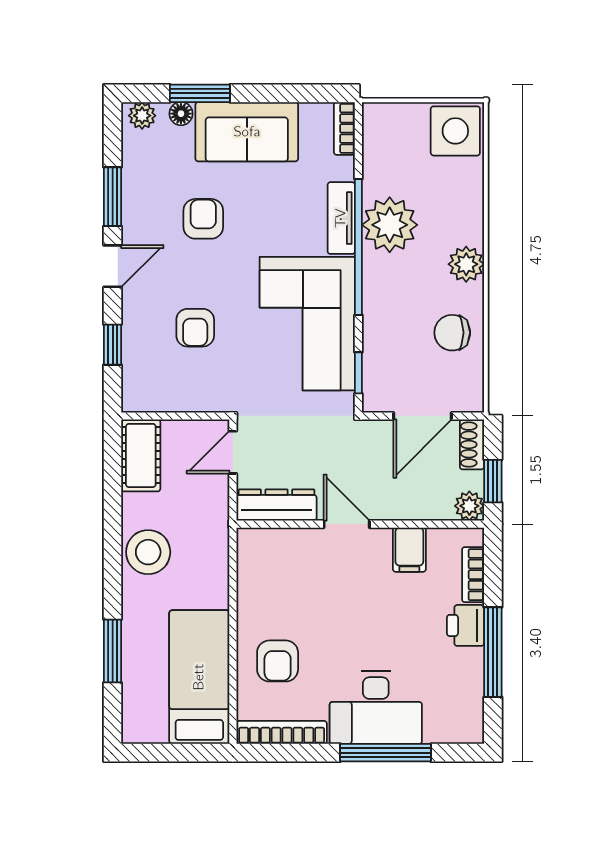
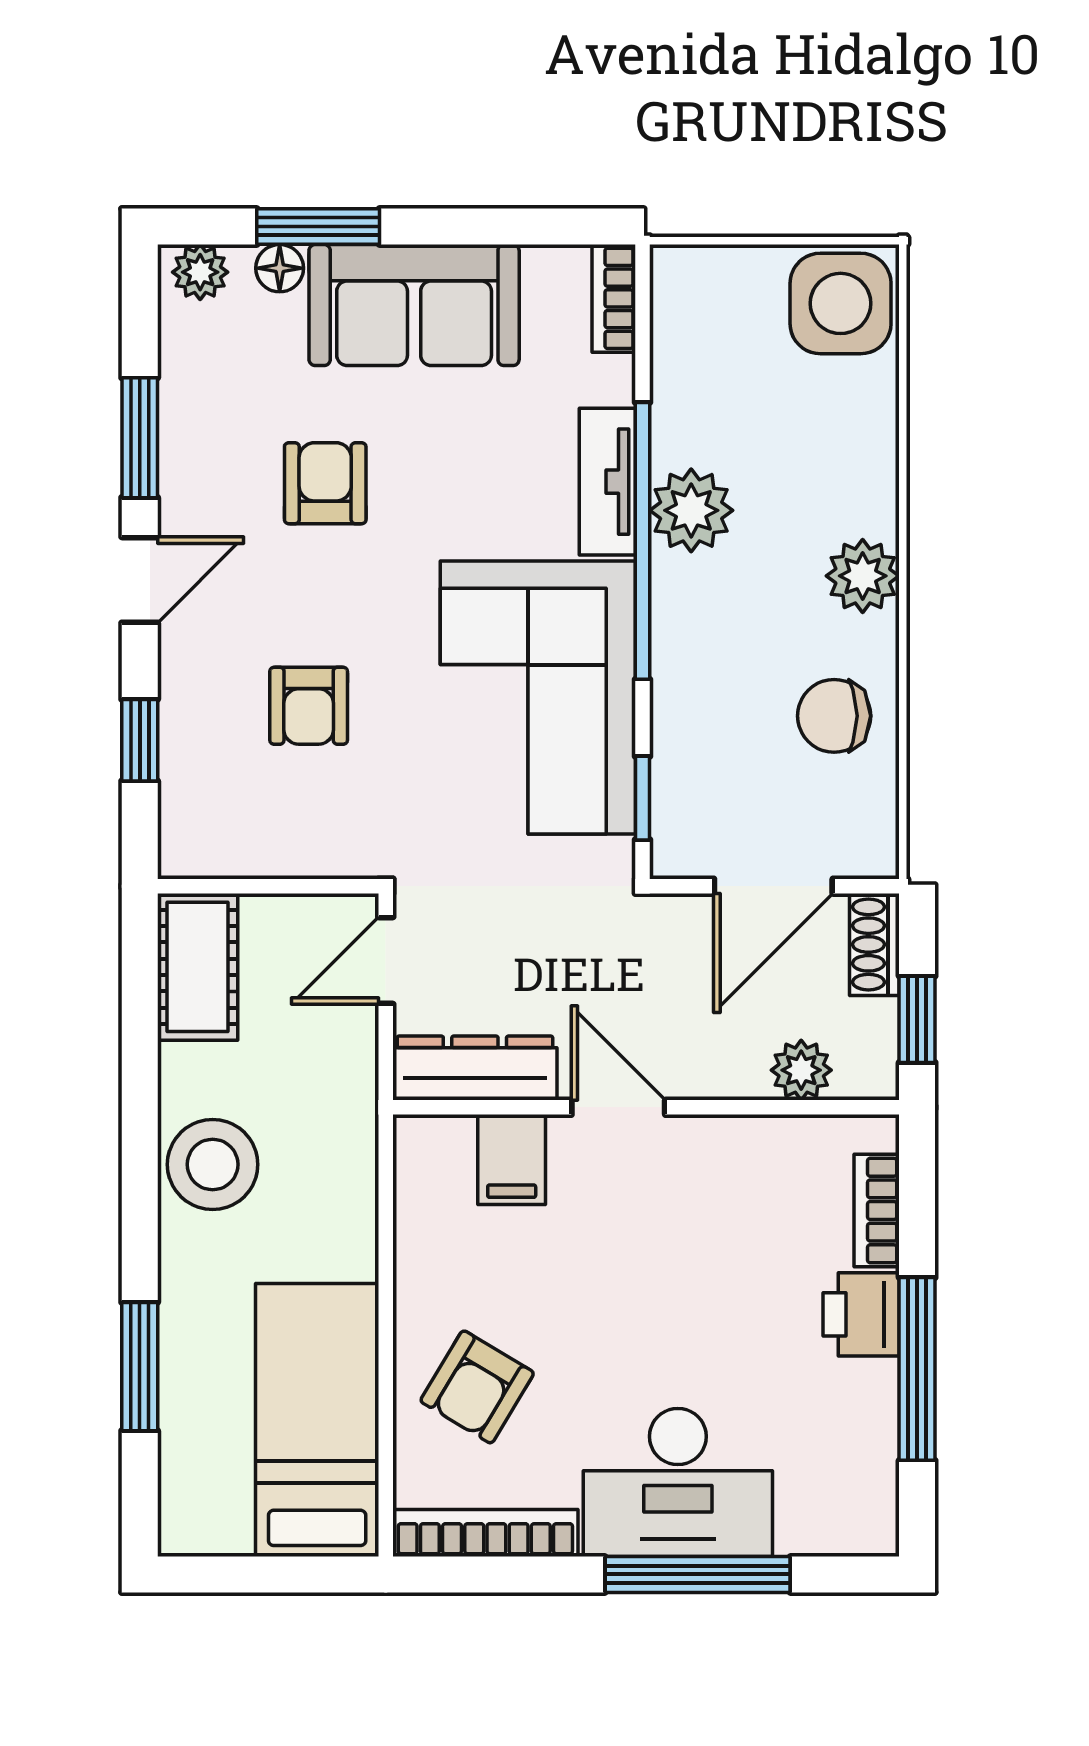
plant: (390, 225) -> (691, 510), width x0.73, depth x0.73
plant: (469, 506) -> (801, 1070), moved
filing cabinet: (409, 550) -> (512, 1160), moved
armchair: (278, 661) -> (477, 1387), turned 31

